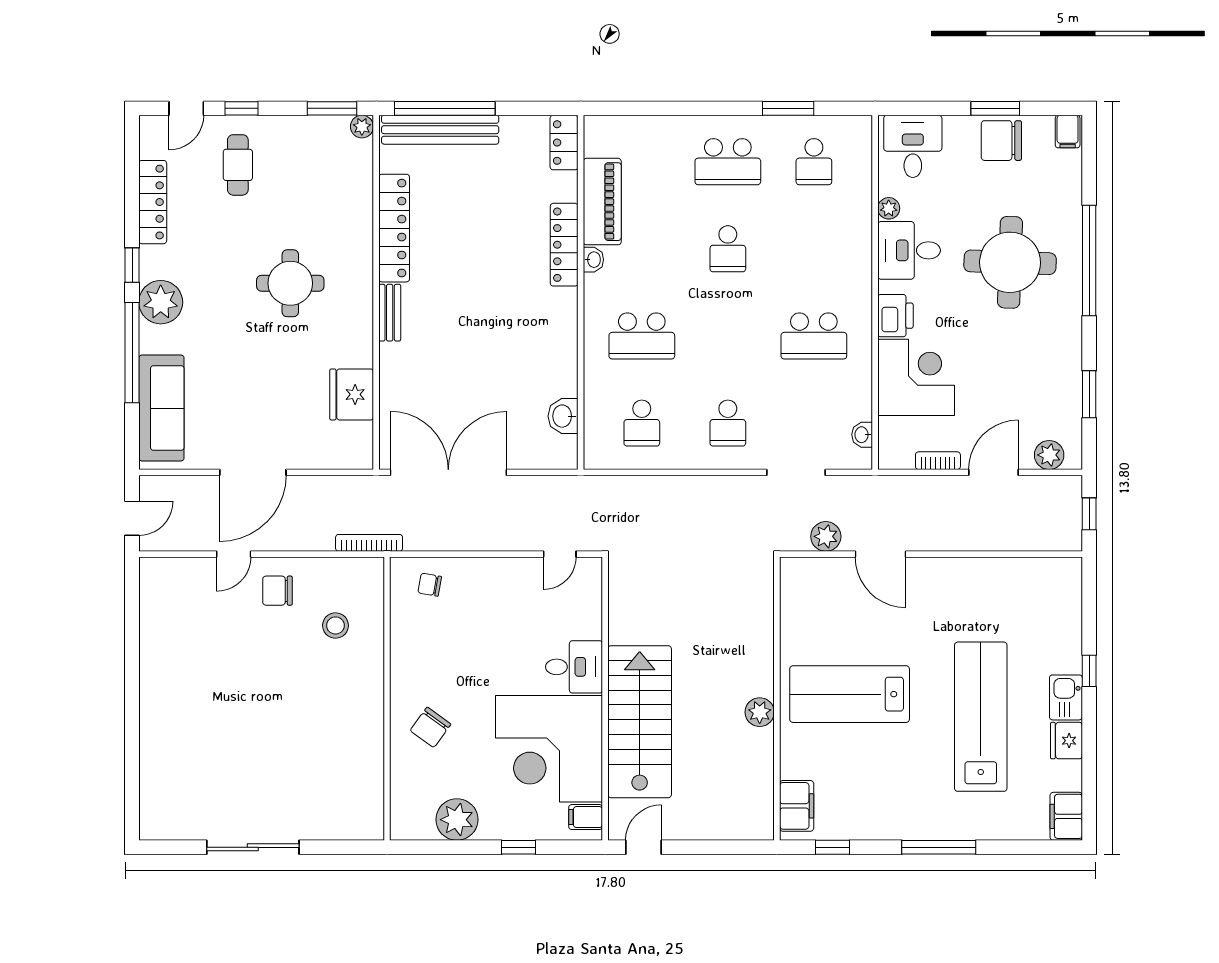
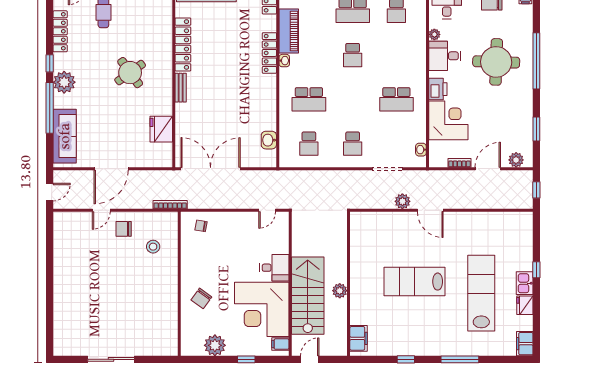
round table: (290, 283) -> (130, 73), turned -36
wall: (777, 699) -> (348, 284), moved
plant: (760, 712) -> (340, 291), moved
filing cabinet: (797, 806) -> (358, 338), moved

